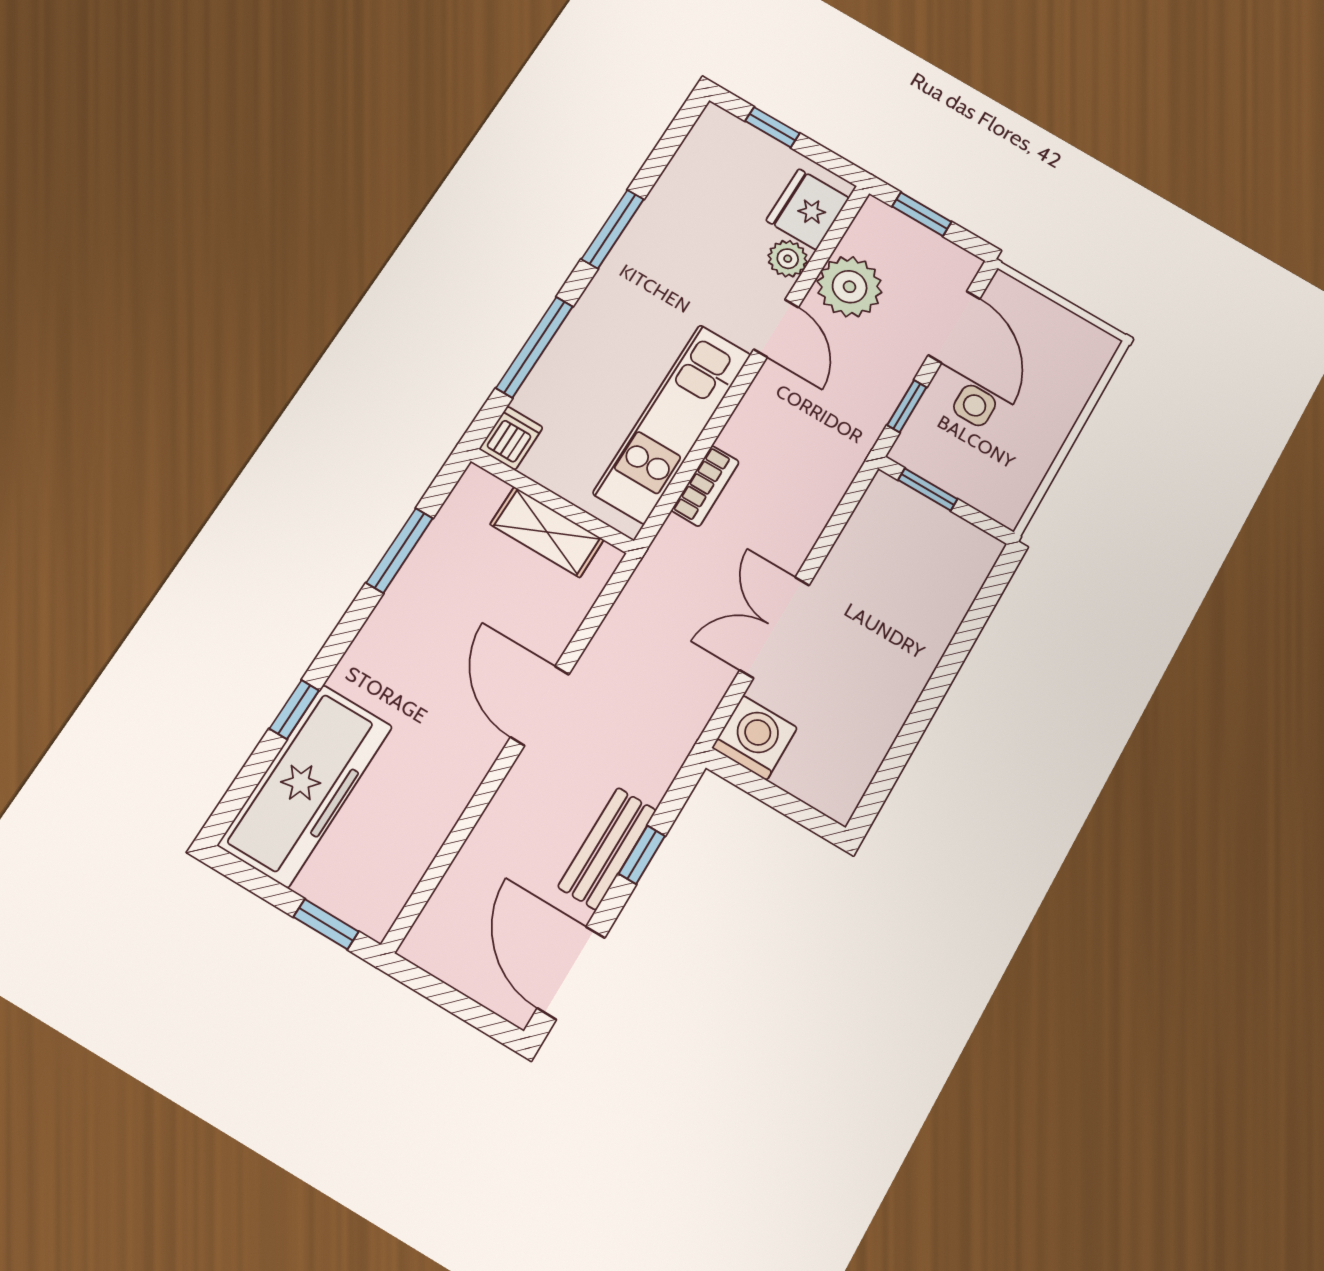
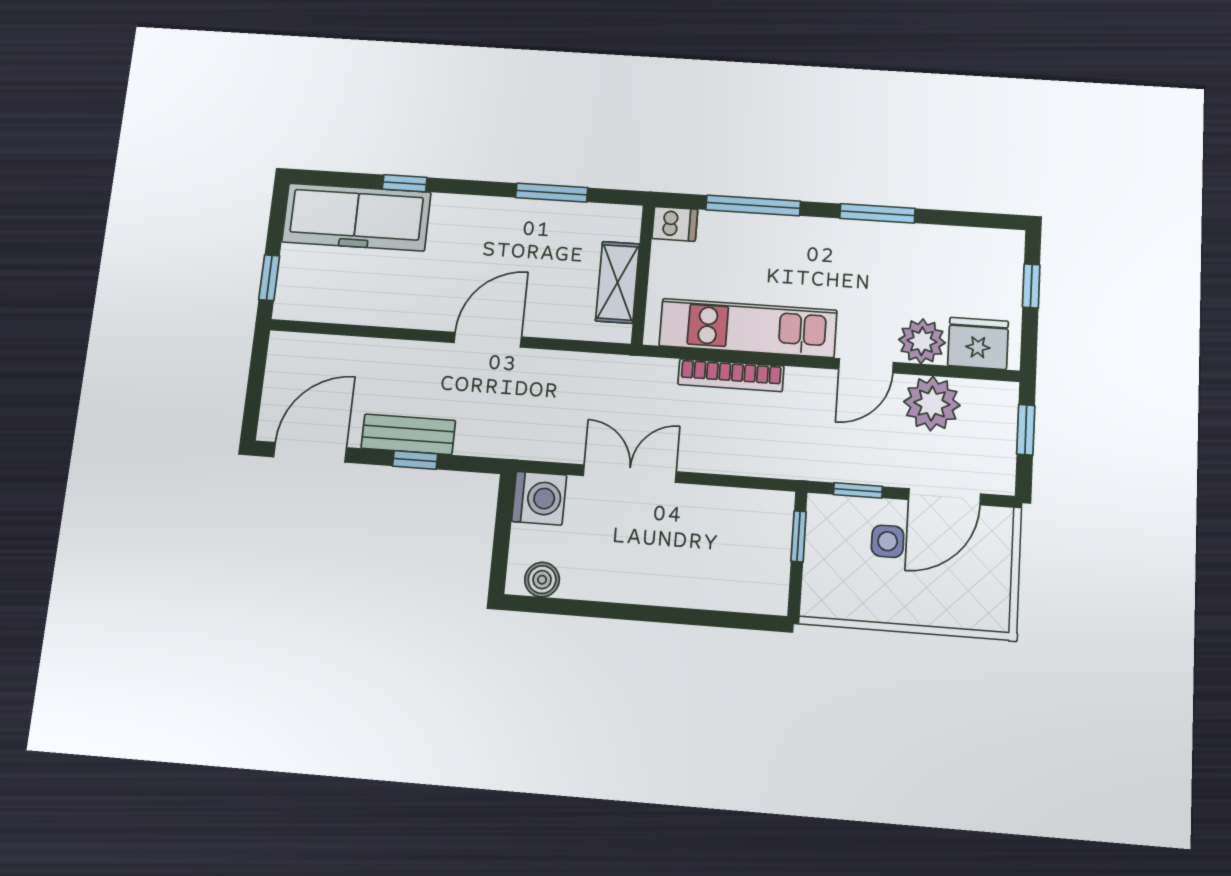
plant: (788, 259) -> (922, 341), width x1.38, depth x1.38
bookcase: (705, 486) -> (731, 375), width x1.56
boiler: (849, 779) -> (542, 580), added

